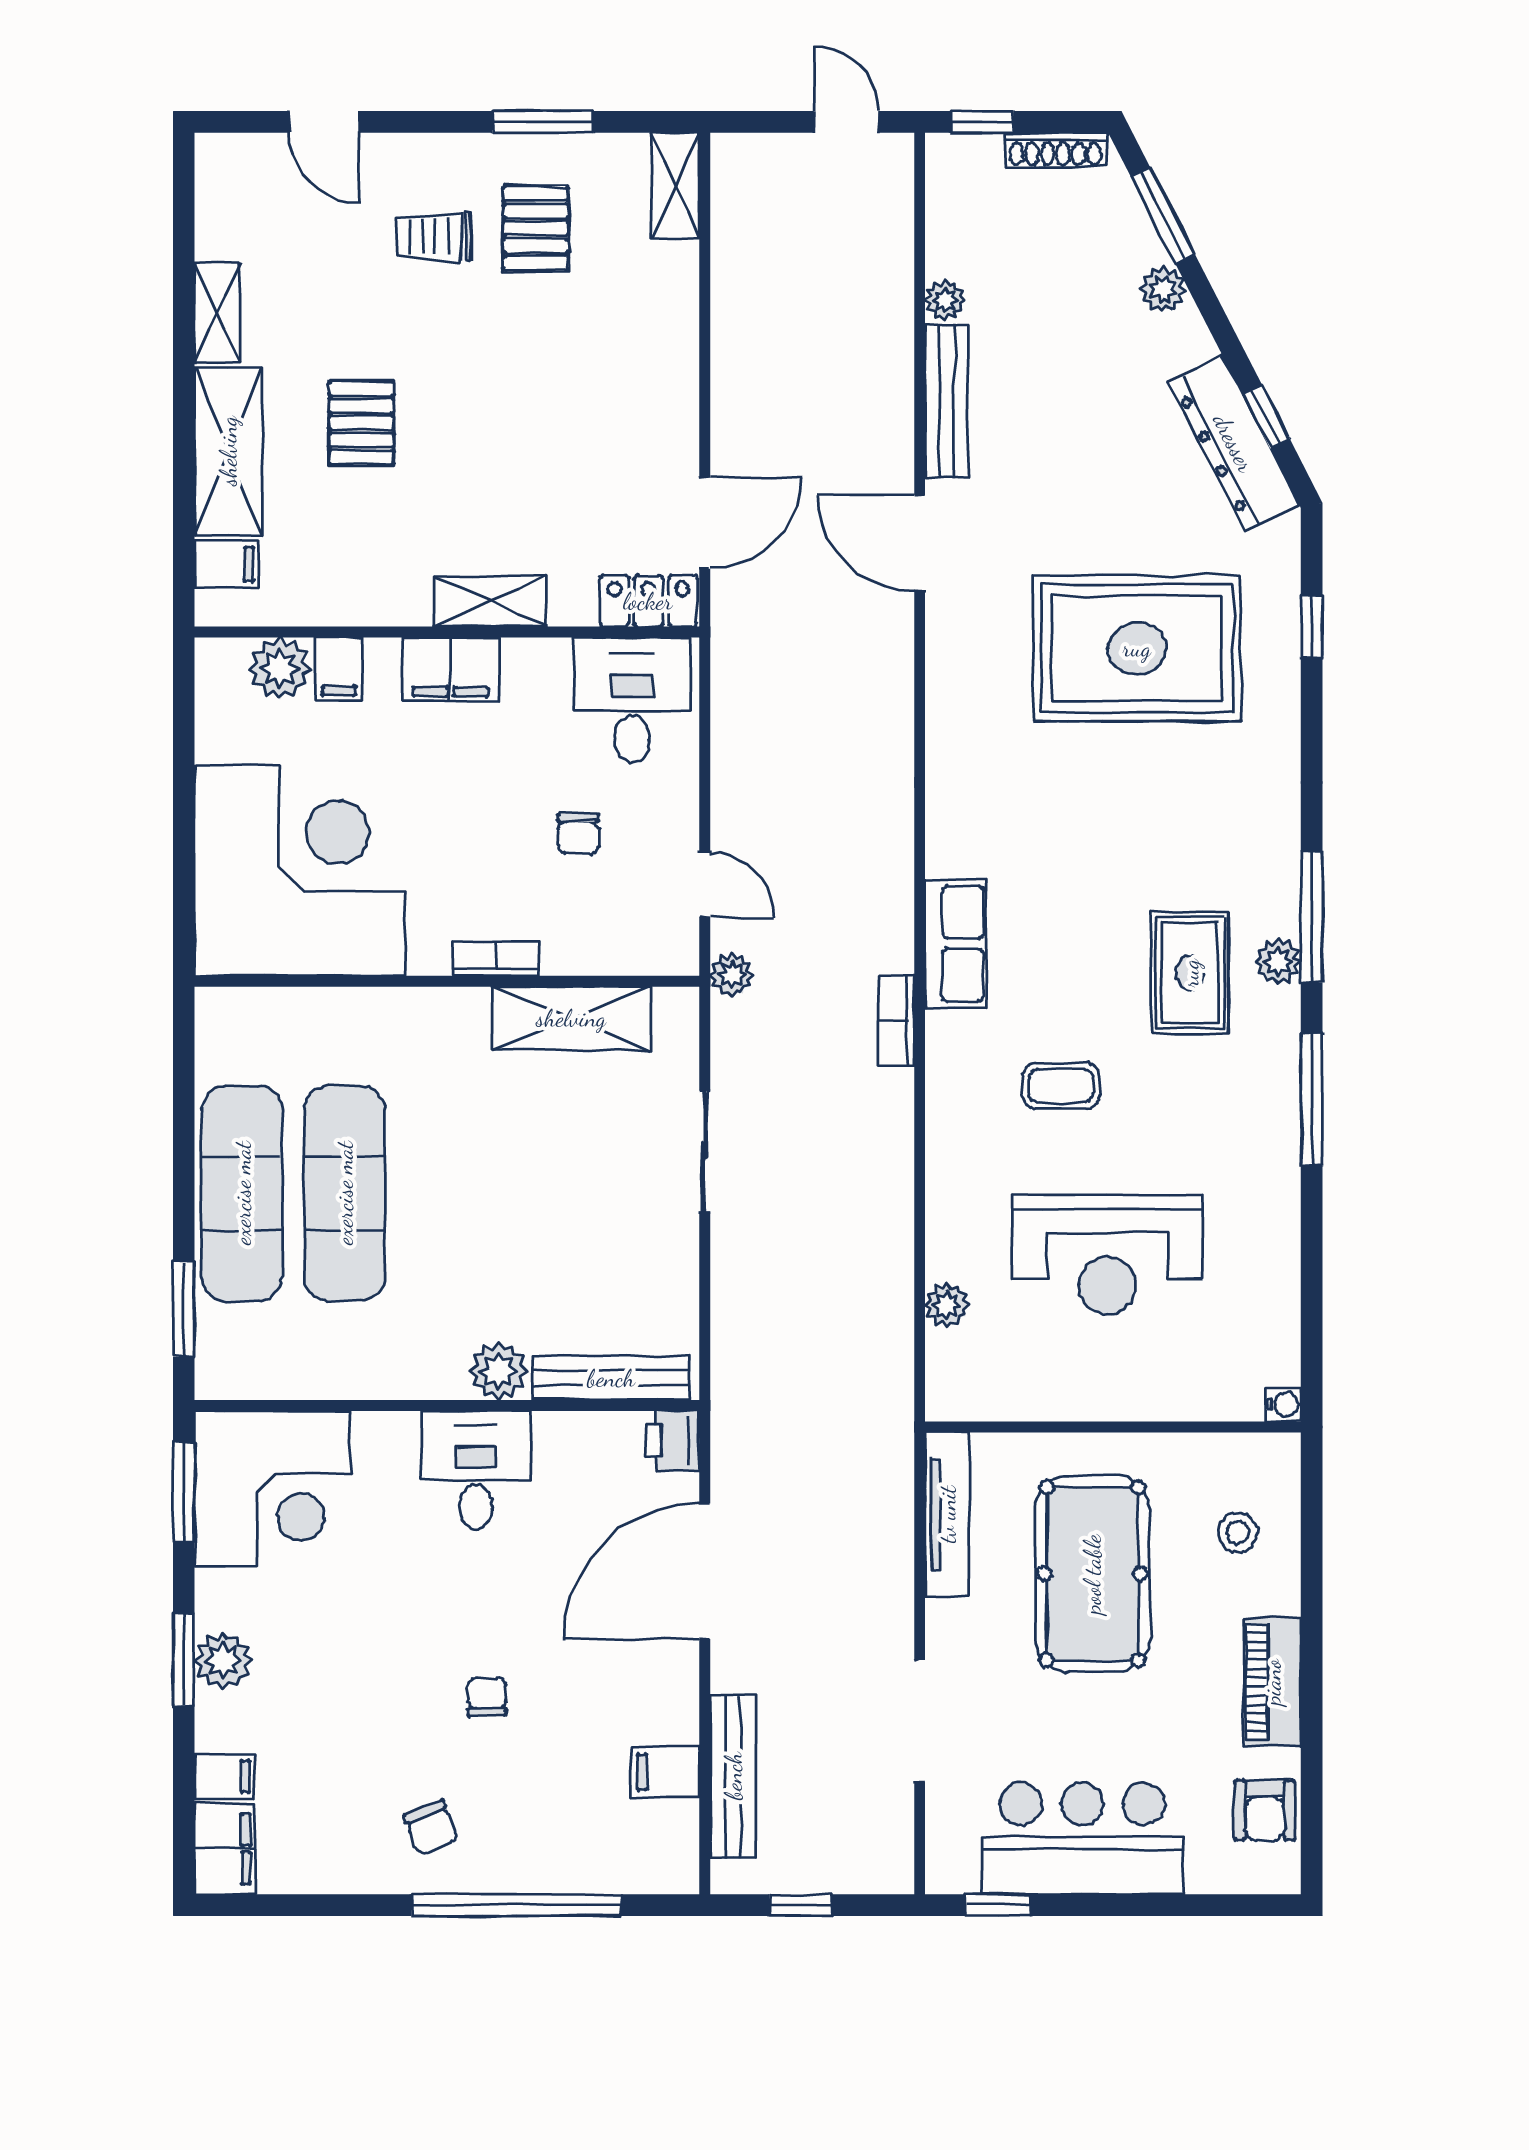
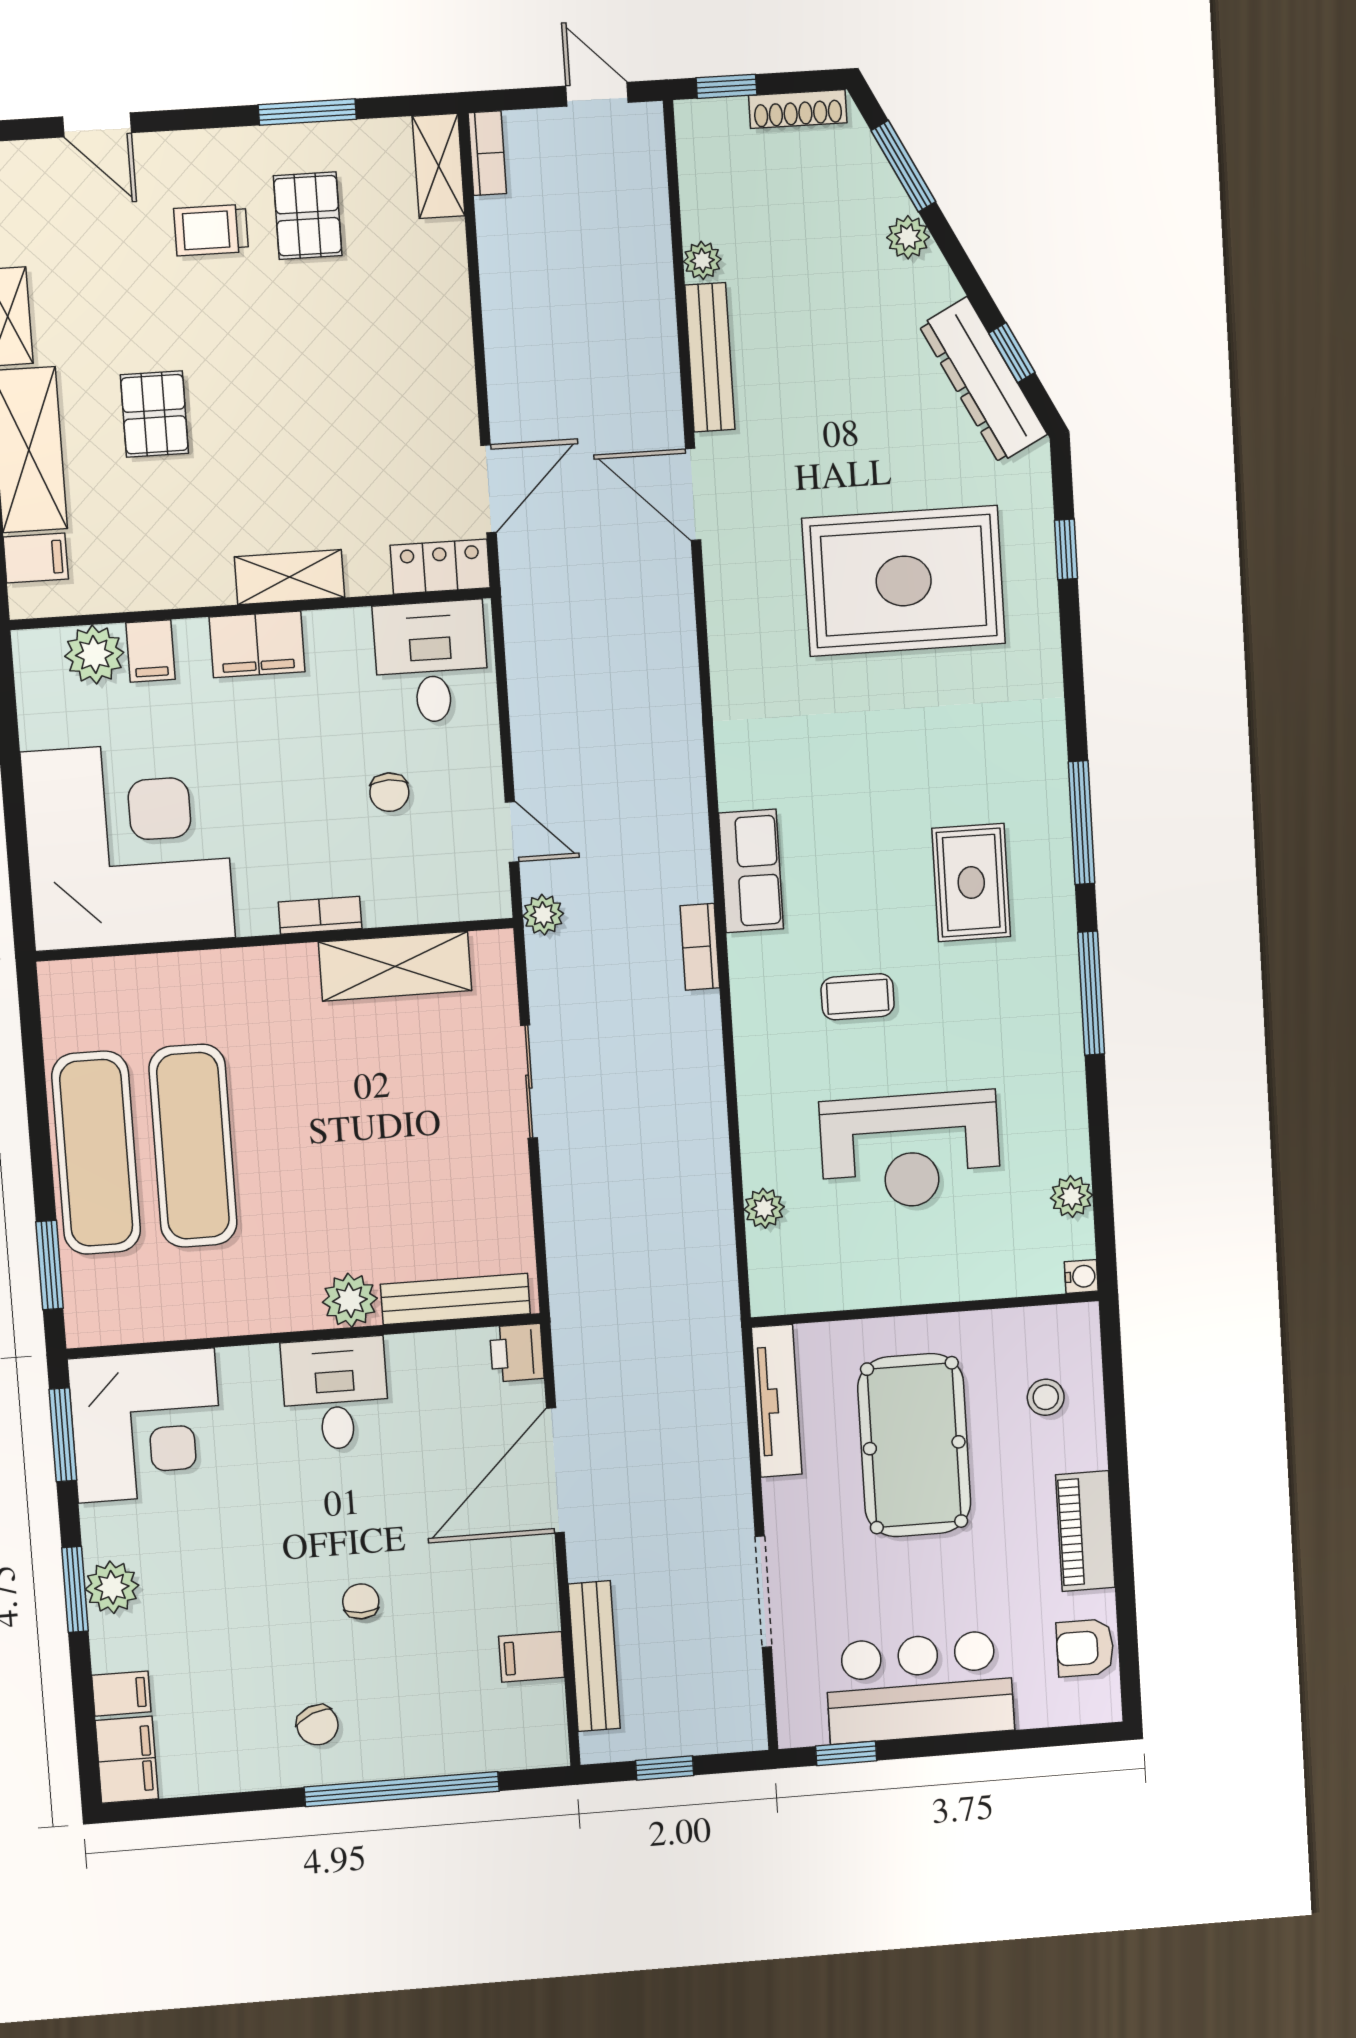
bookcase: (727, 175) -> (487, 153), added
plant: (1278, 961) -> (1071, 1196), moved
armchair: (1265, 1810) -> (1085, 1648), turned 90

